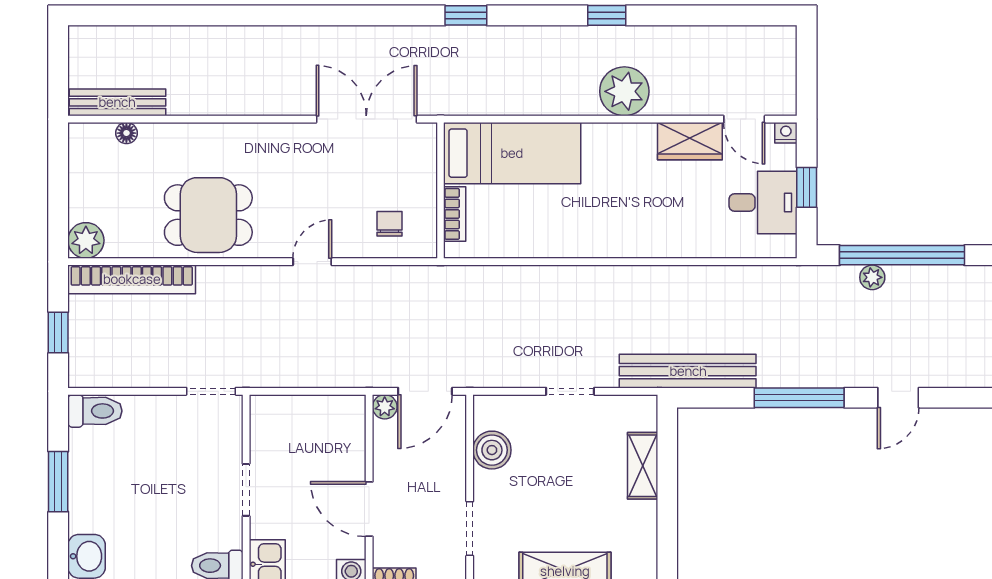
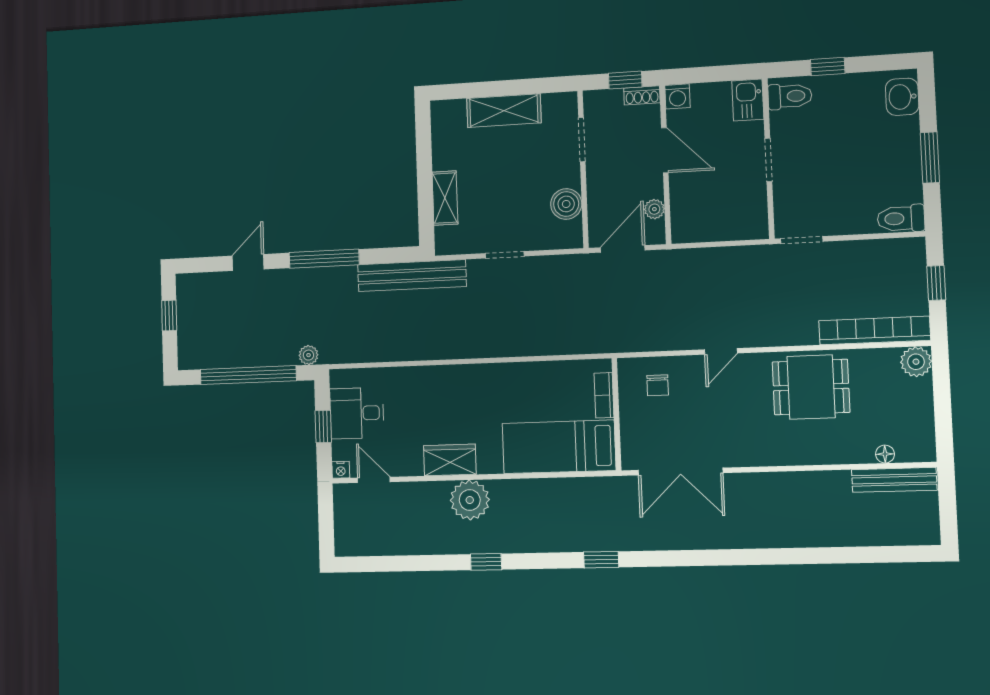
wardrobe: (690, 141) -> (450, 460), moved
plant: (872, 277) -> (308, 355), moved
plant: (385, 407) -> (654, 209), moved

